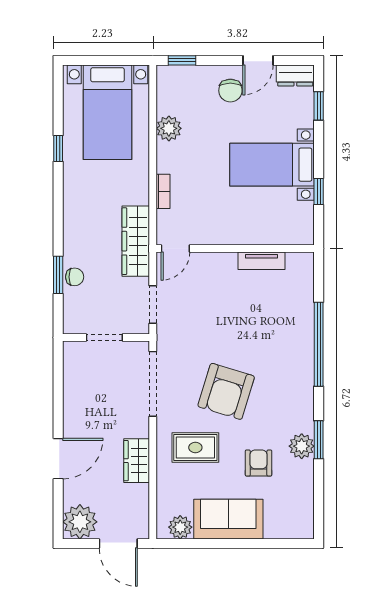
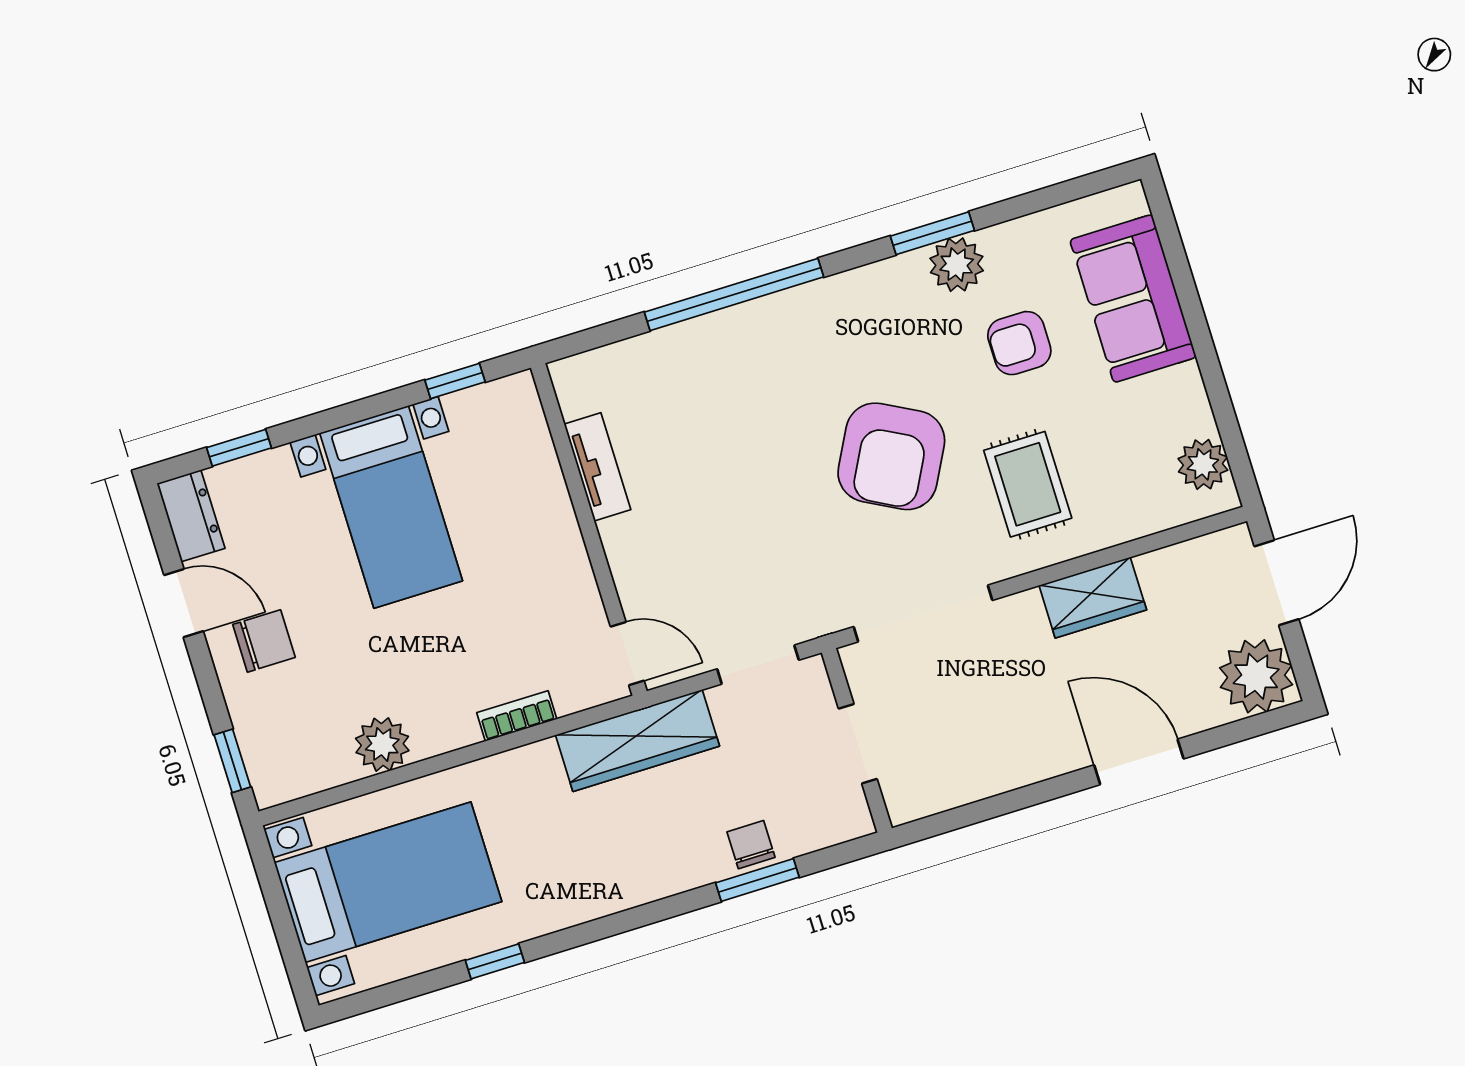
window: (319, 191) -> (455, 381), moved
armchair: (226, 391) -> (891, 456), turned 101
sofa: (228, 519) -> (1133, 299), moved

